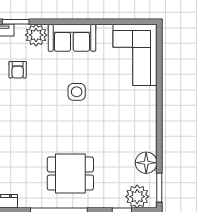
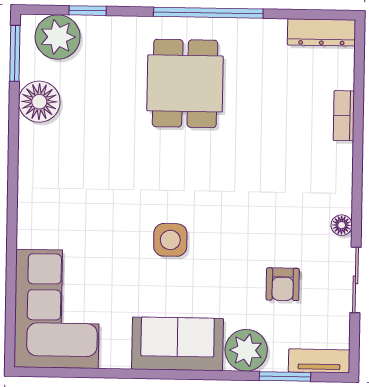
armchair: (18, 70) -> (283, 284), turned 180
dining table: (70, 174) -> (185, 83), turned 90

